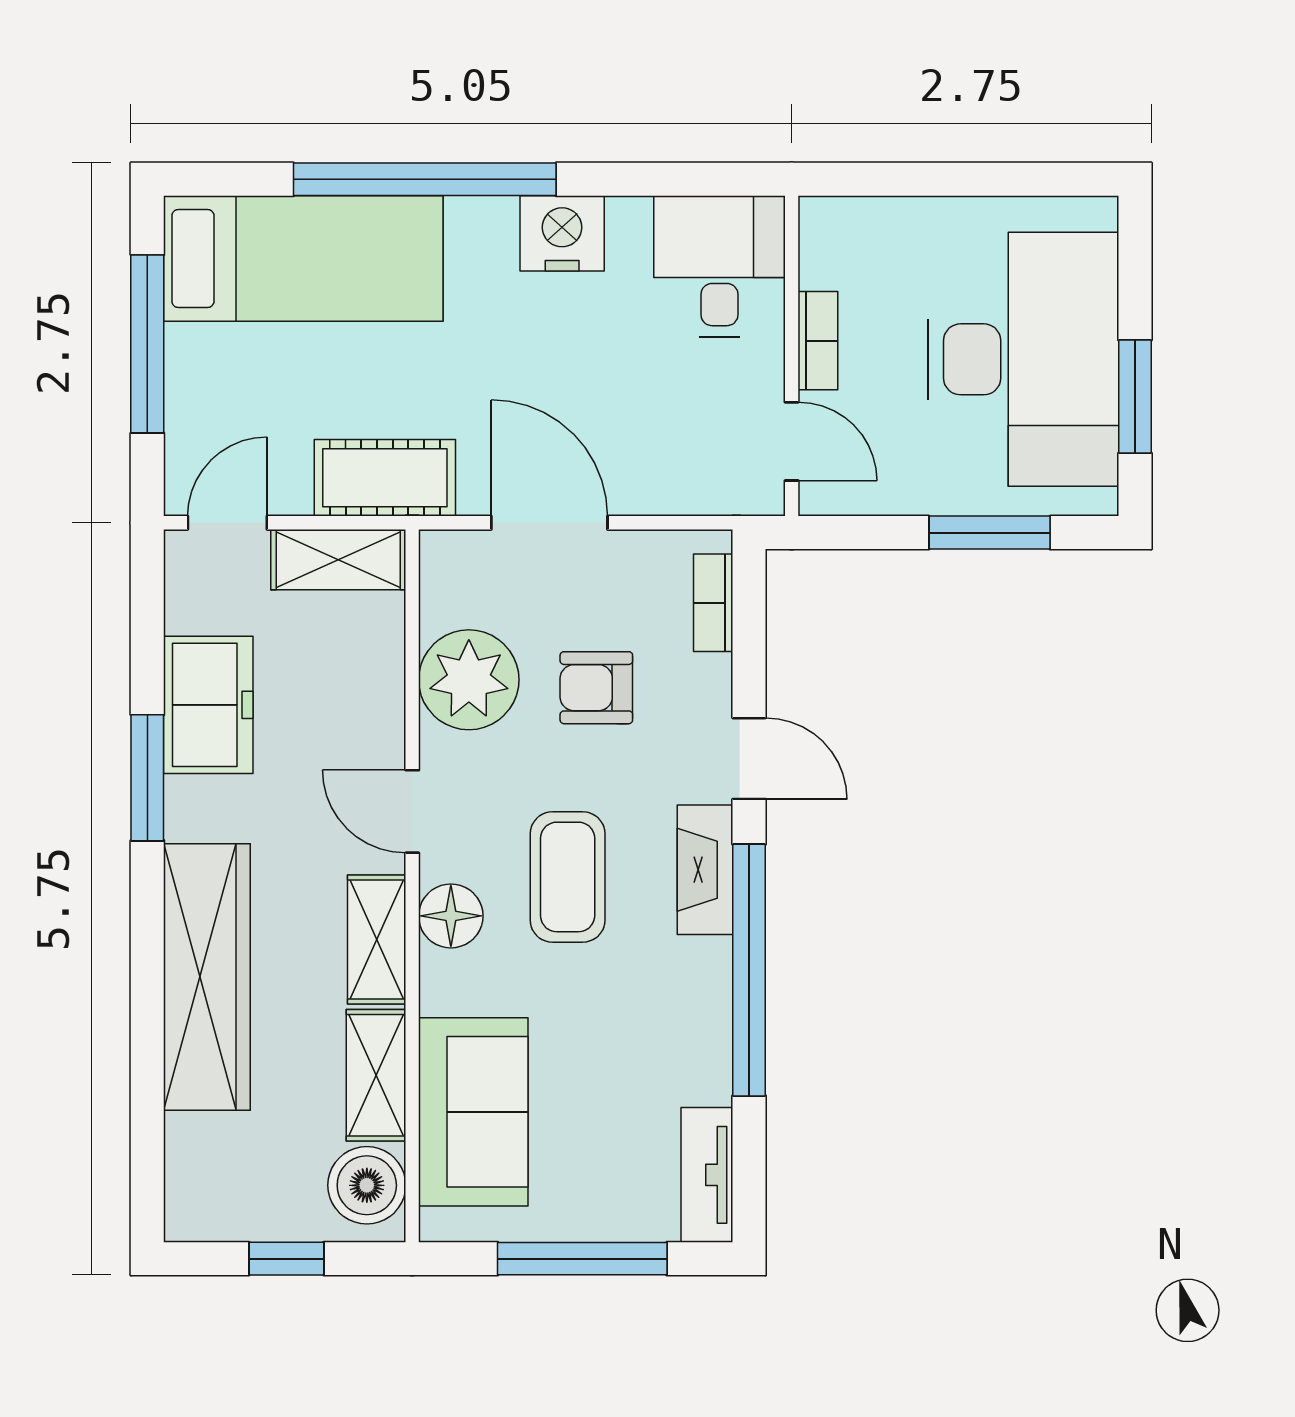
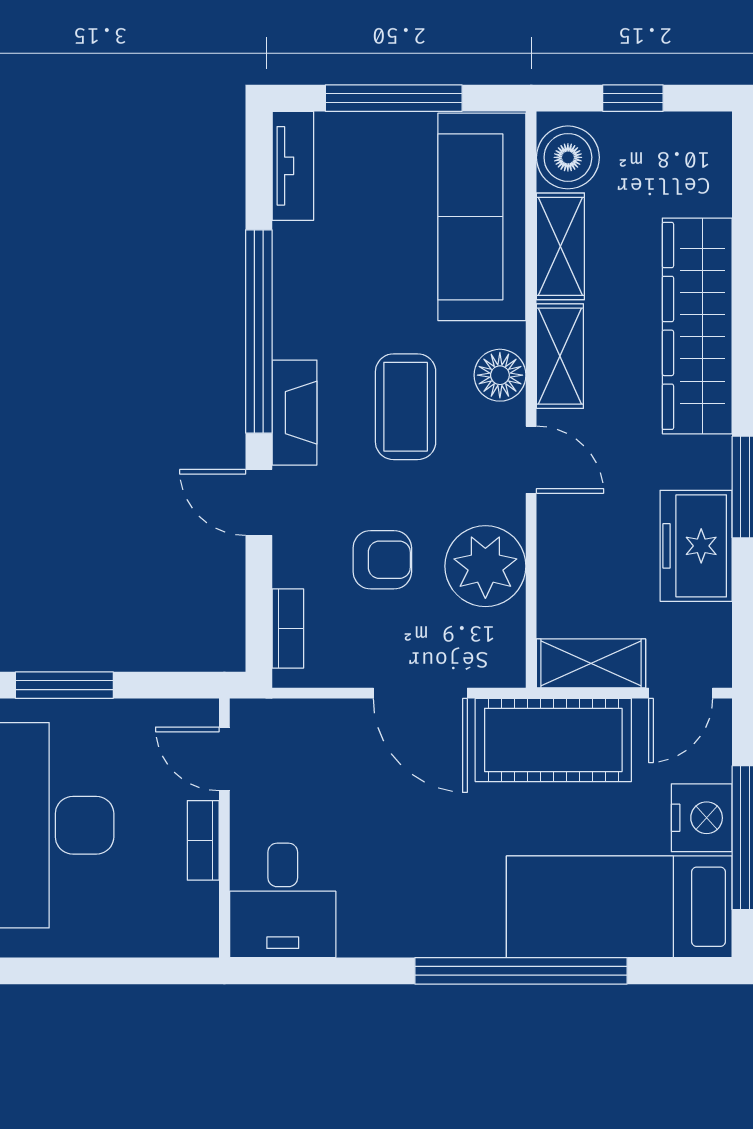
nightstand: (562, 233) -> (702, 818), moved, turned -90
cot: (385, 478) -> (553, 740), width x1.37, depth x1.34
sofa: (473, 1112) -> (482, 217), width x1.36

